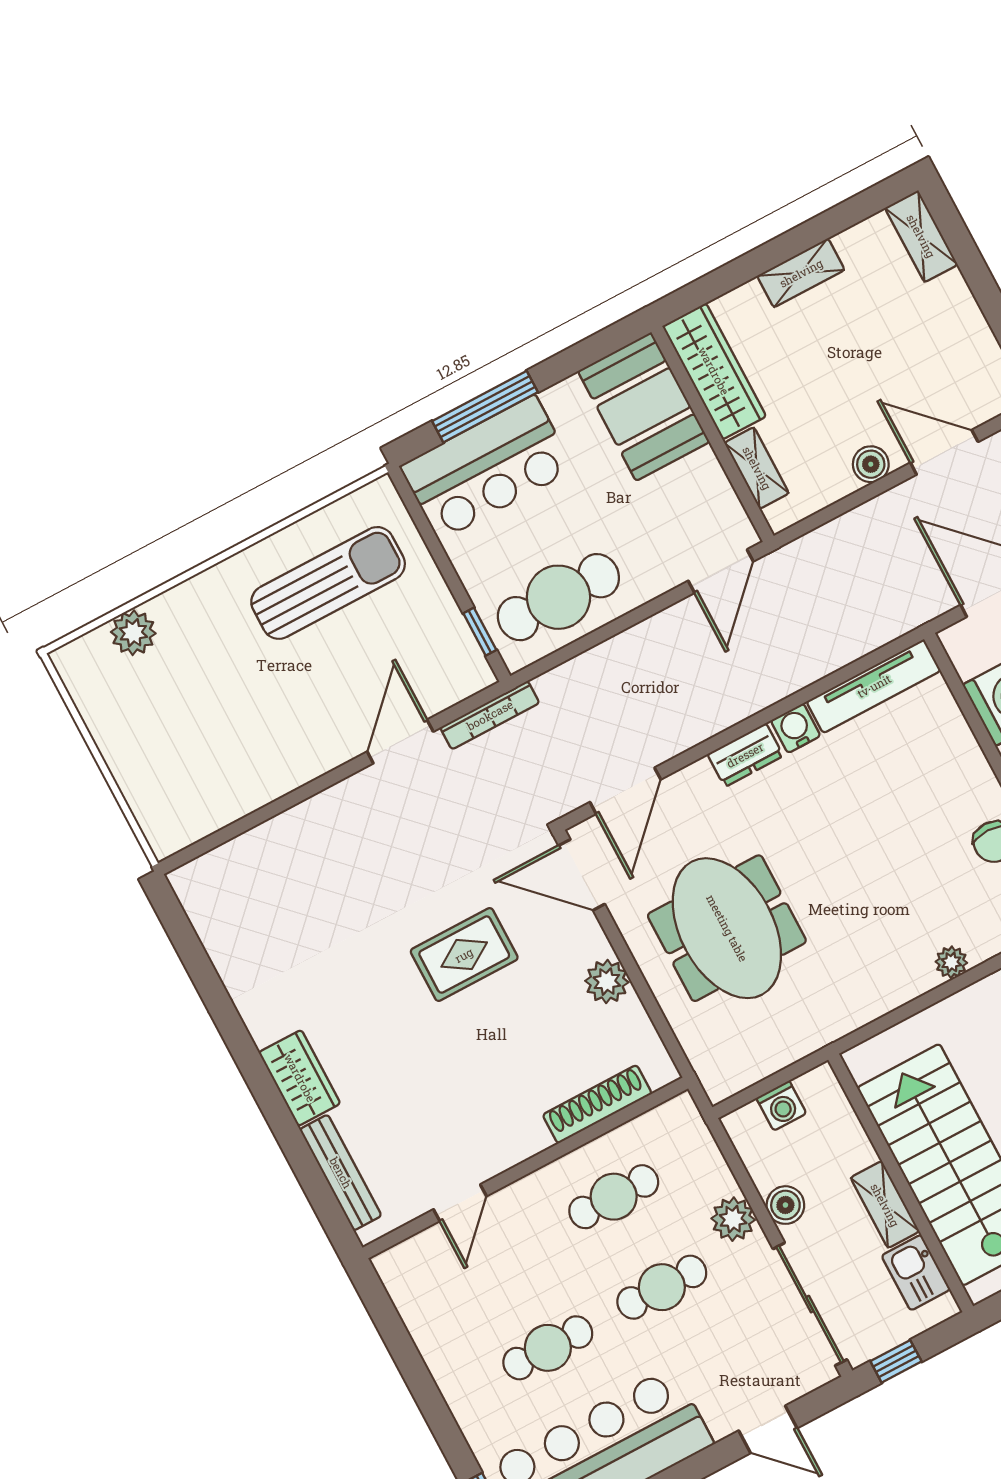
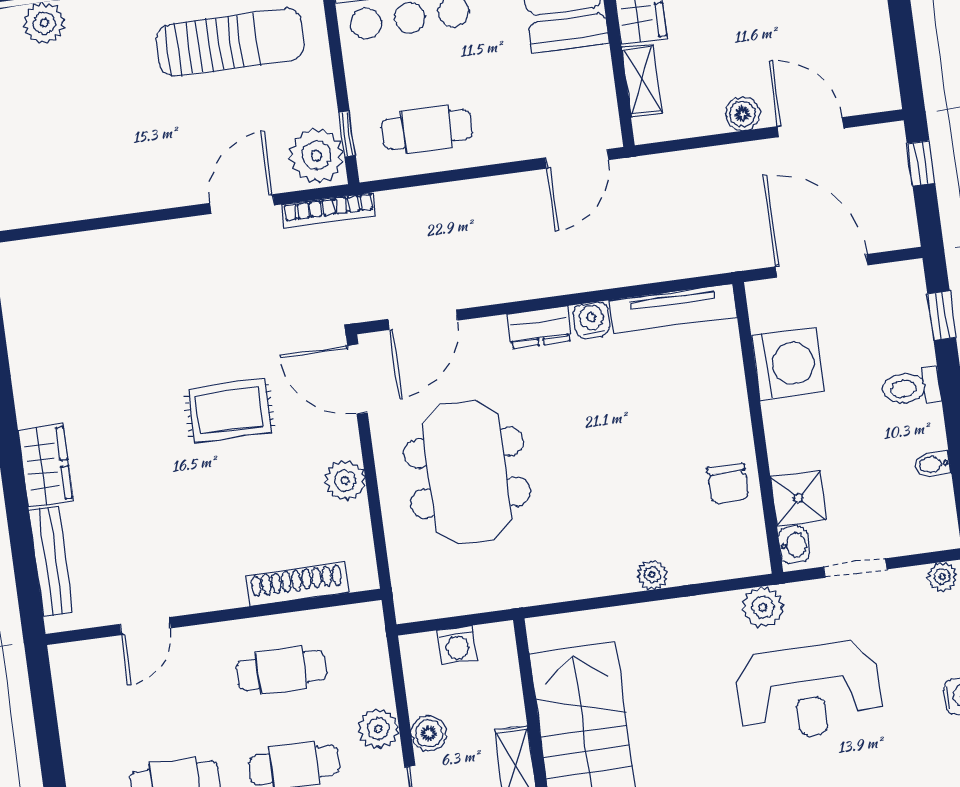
cafe table: (558, 597) -> (427, 129), width x0.73, depth x0.74
plant: (457, 665) -> (316, 156), added

